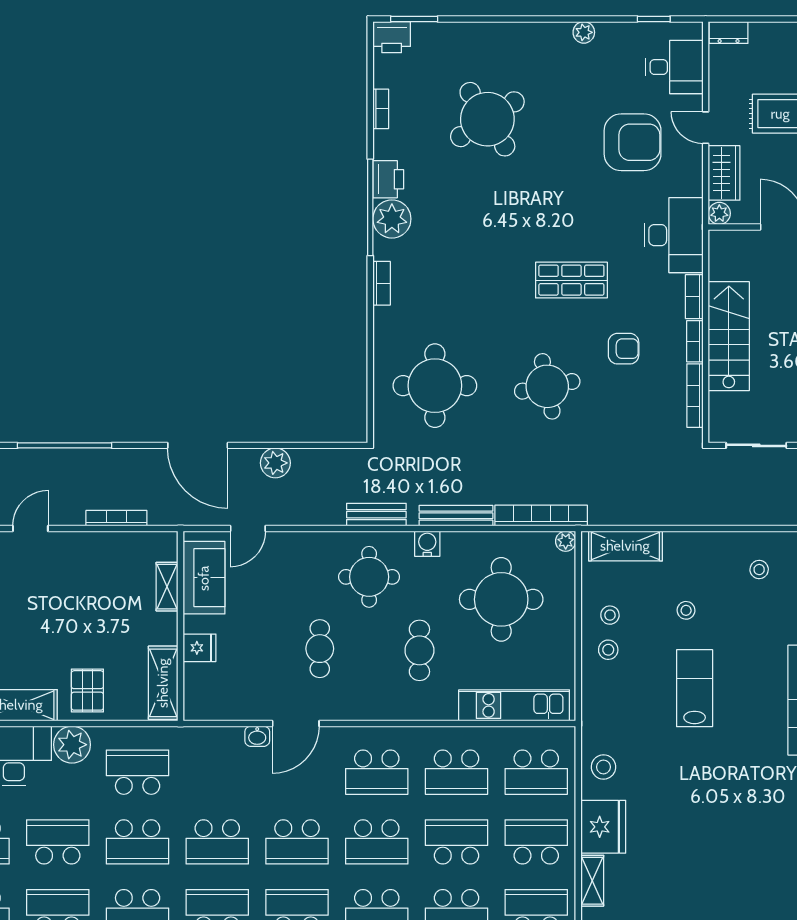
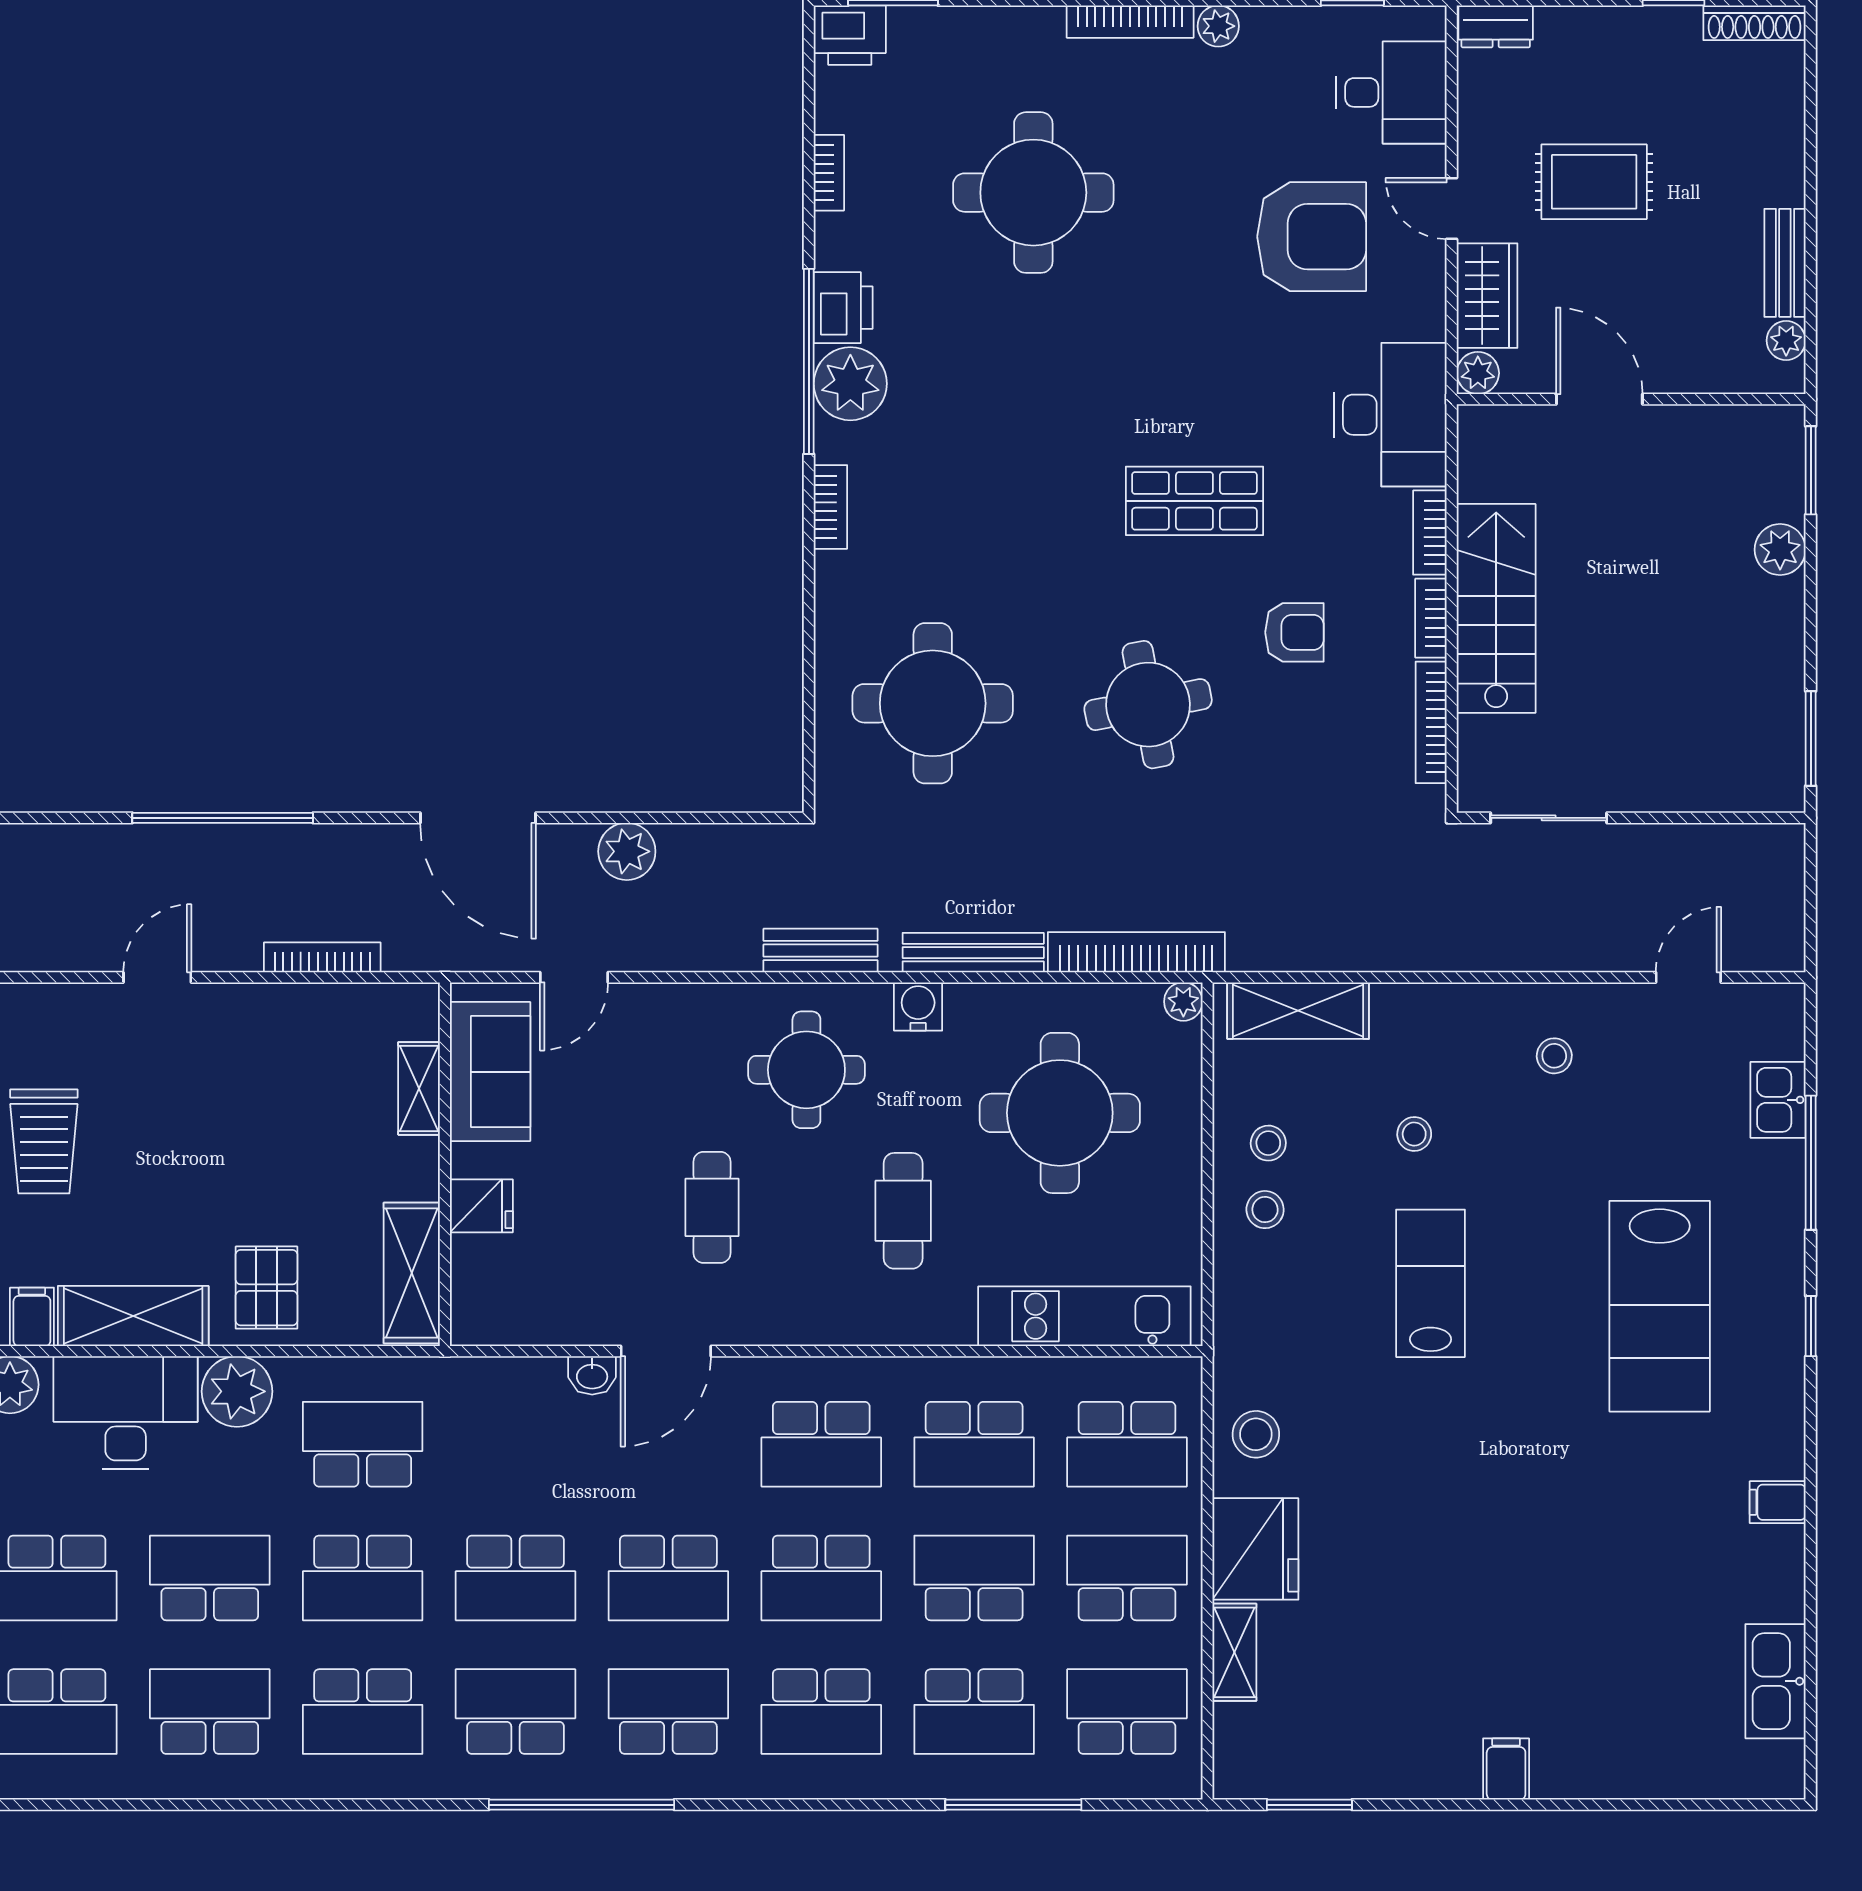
bookcase: (538, 30) -> (1130, 22), added
round table: (487, 119) -> (1033, 193), turned 33

